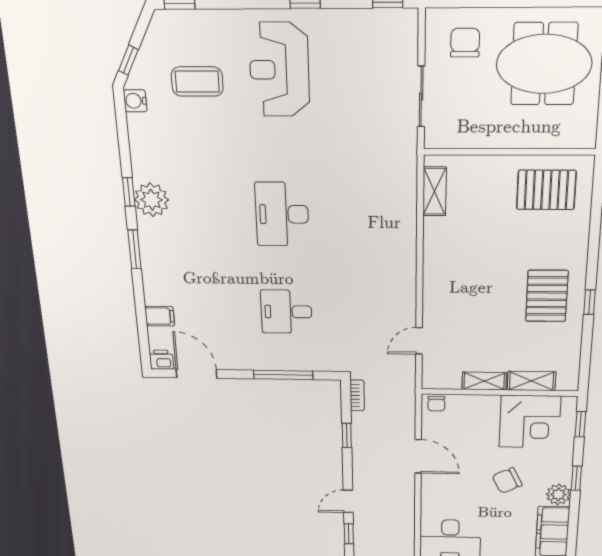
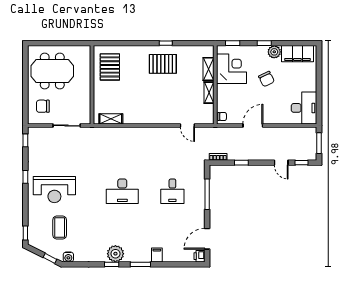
meeting table: (544, 64) -> (52, 71), turned 90
filing cabinet: (160, 316) -> (157, 255), moved

